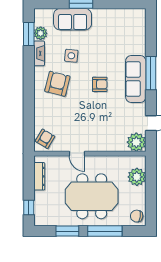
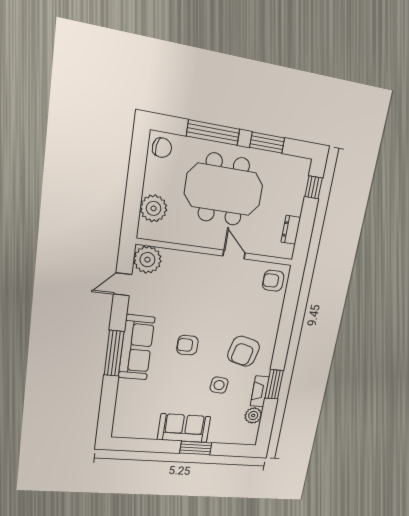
sofa: (73, 19) -> (184, 428), moved
window: (29, 34) -> (274, 384), moved
armchair: (45, 139) -> (273, 281), turned 59
dresser: (39, 176) -> (291, 230), width x0.70

